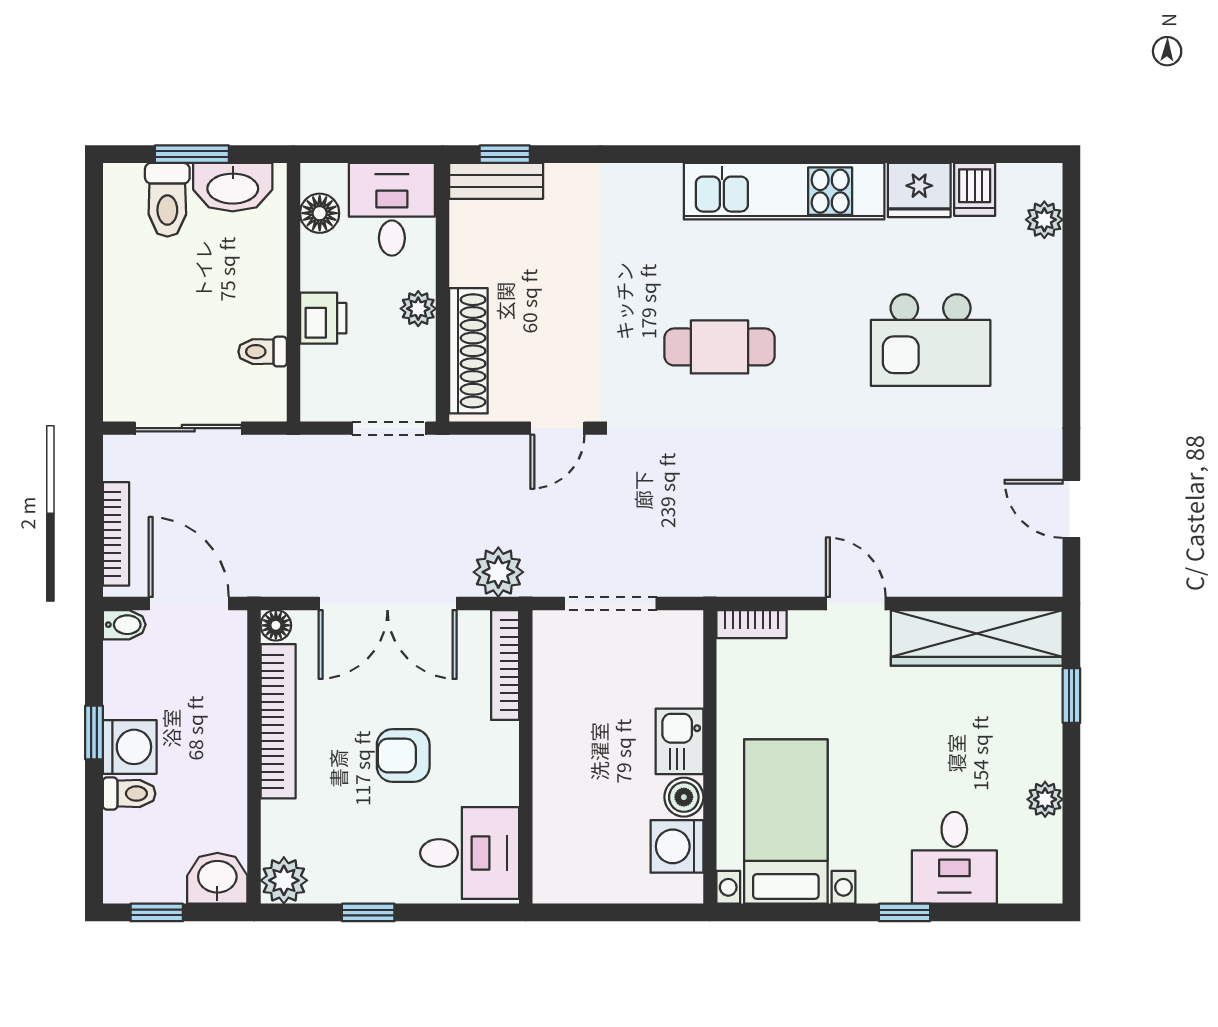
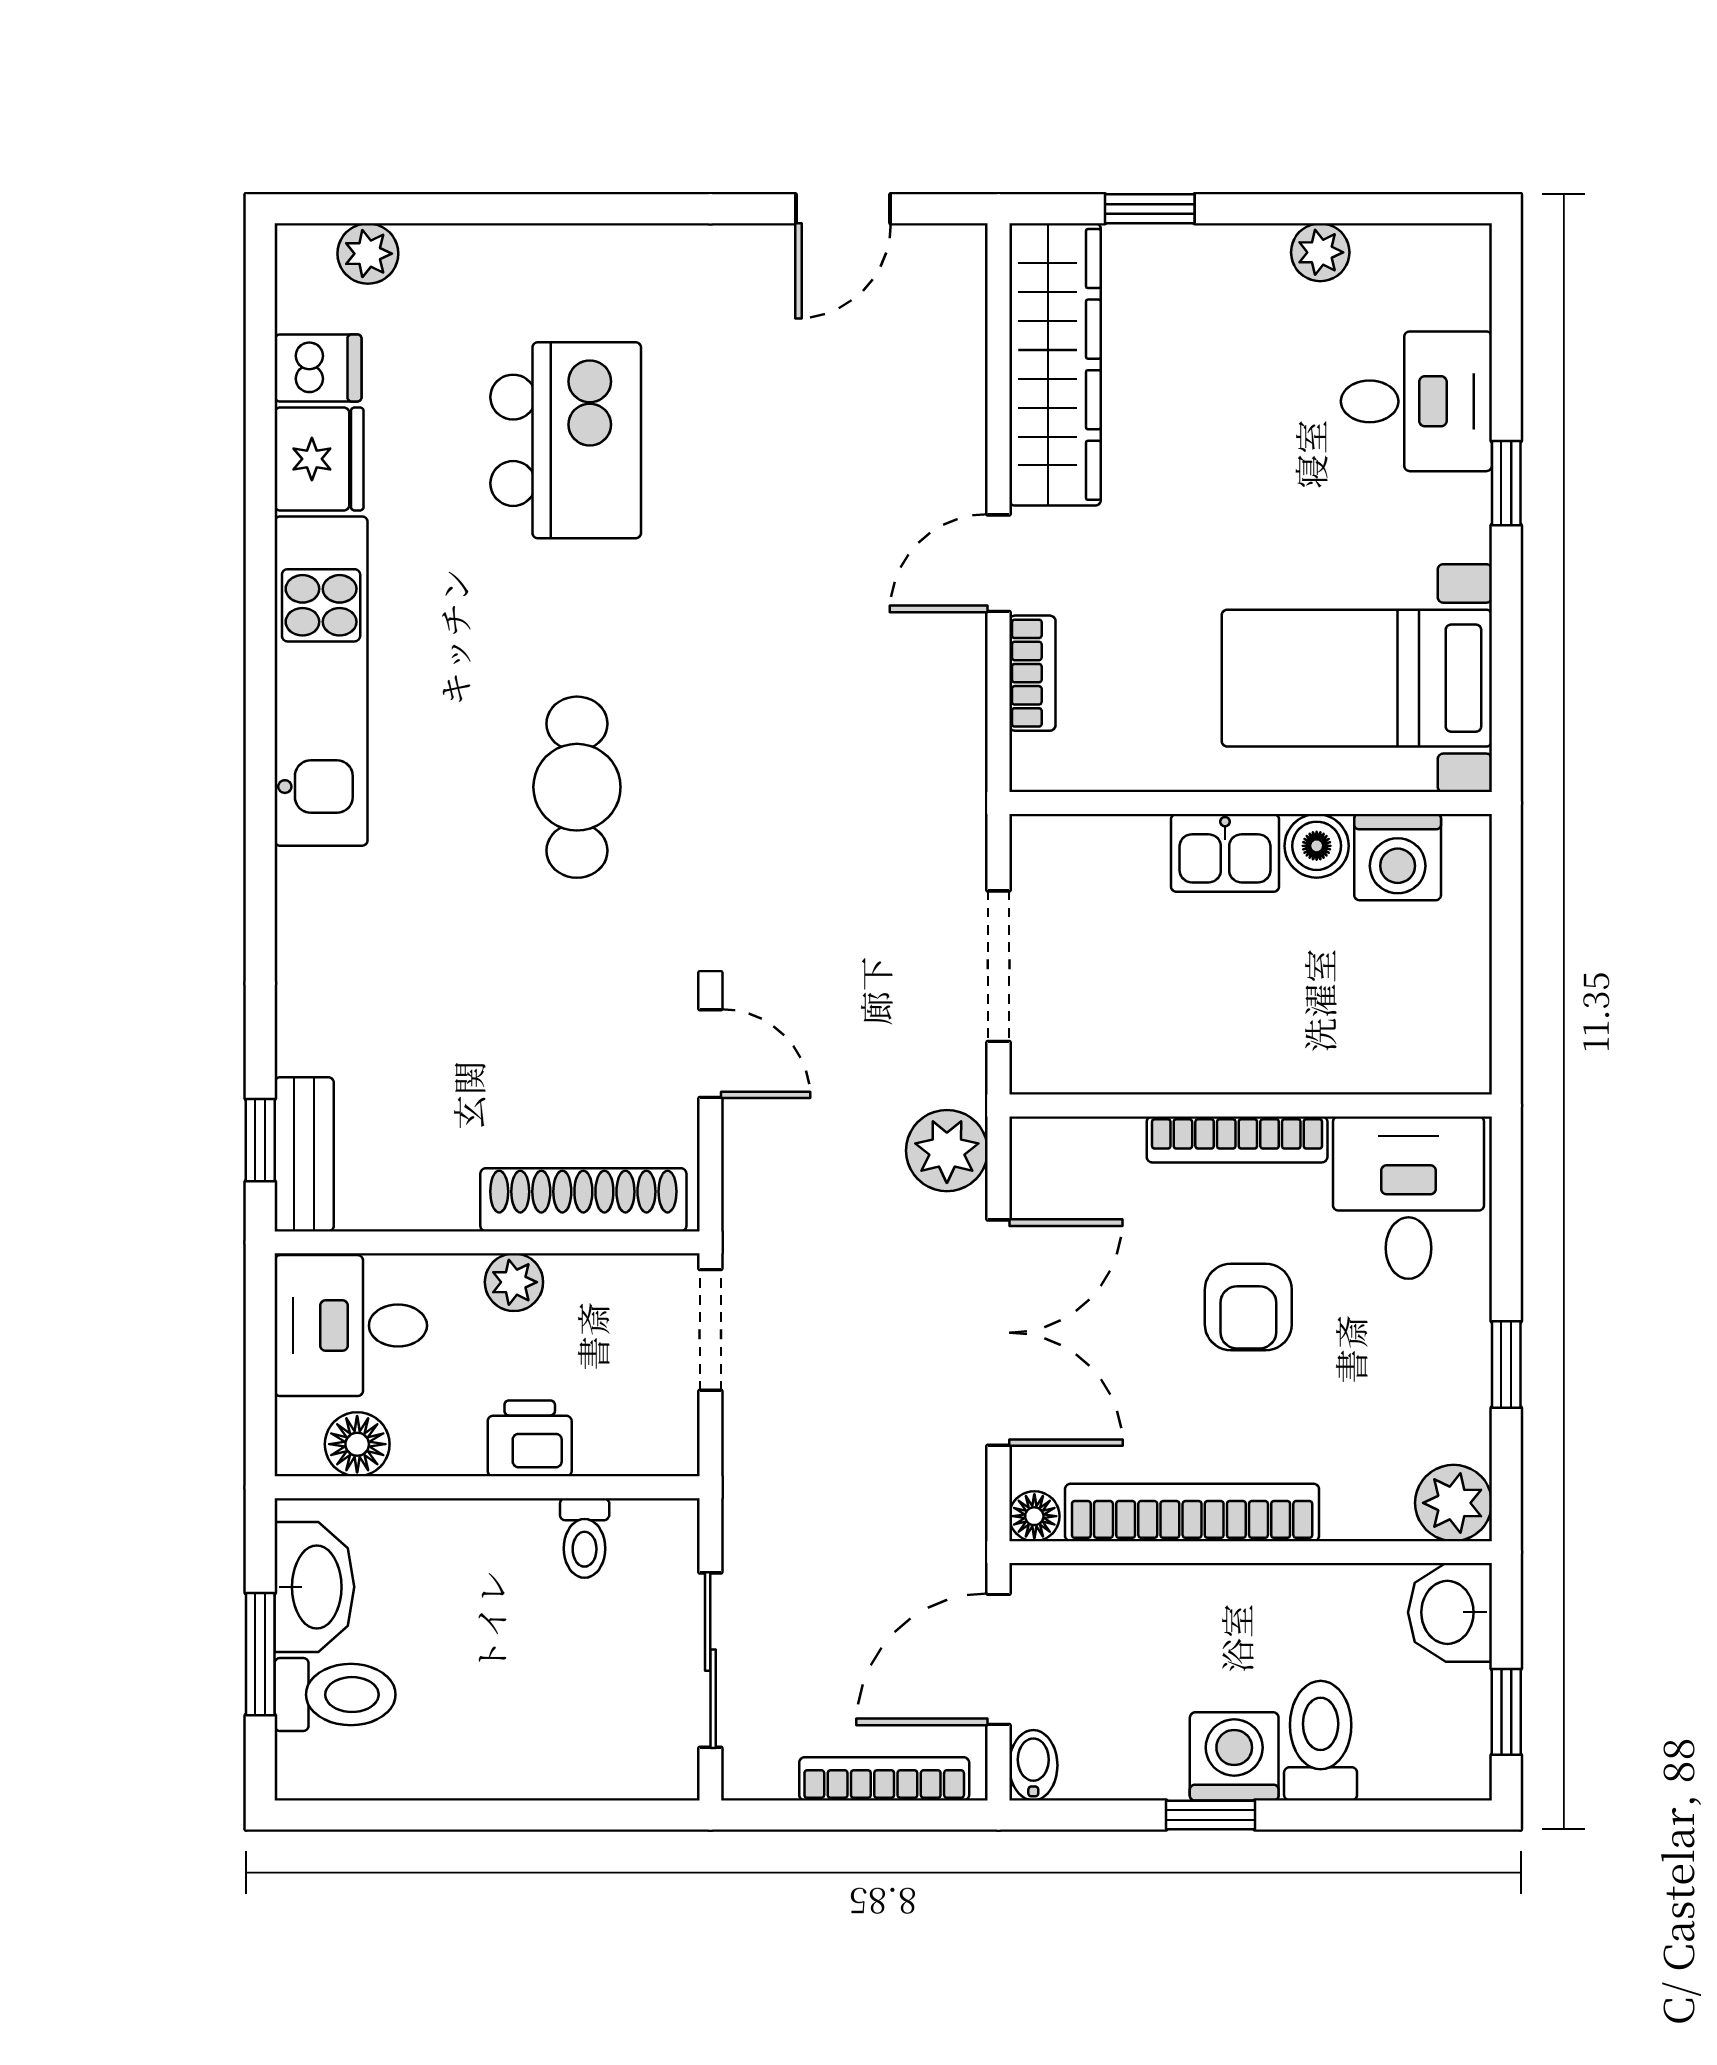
bookcase: (752, 624) -> (1032, 673), moved
bookcase: (505, 665) -> (1237, 1139), moved
toilet: (129, 794) -> (1321, 1741), width x1.37, depth x1.39

